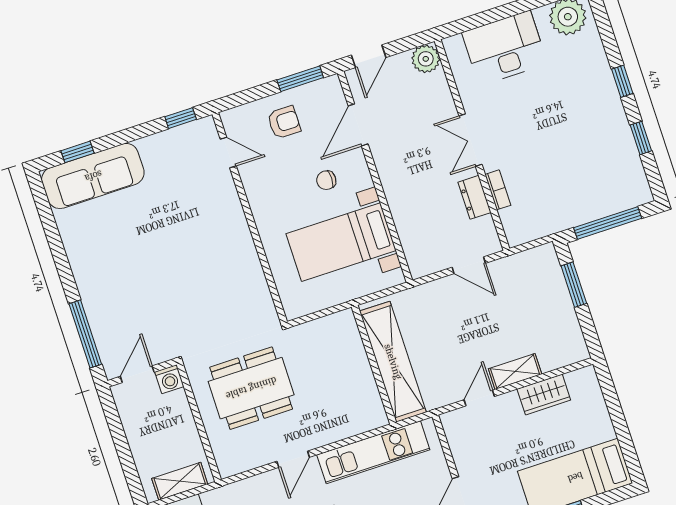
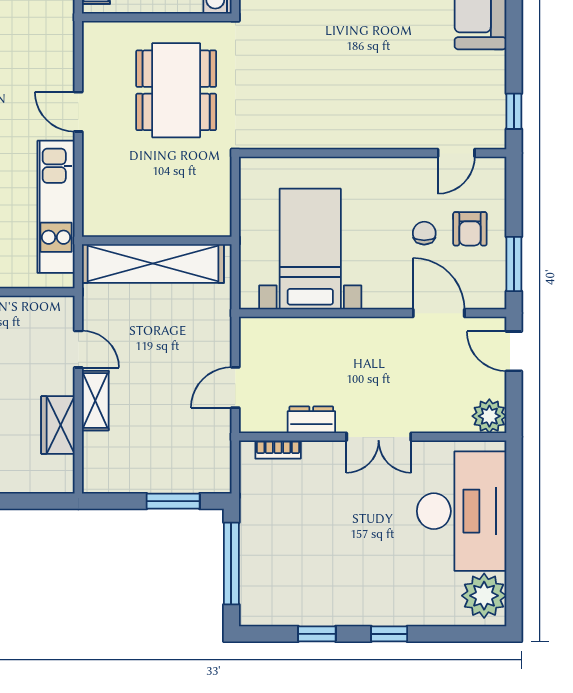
desk: (505, 48) -> (462, 511), width x1.36, depth x1.30
double door: (470, 140) -> (379, 437), swing flipped
chair: (326, 180) -> (424, 233), moved
bookcase: (498, 190) -> (278, 450), moved

